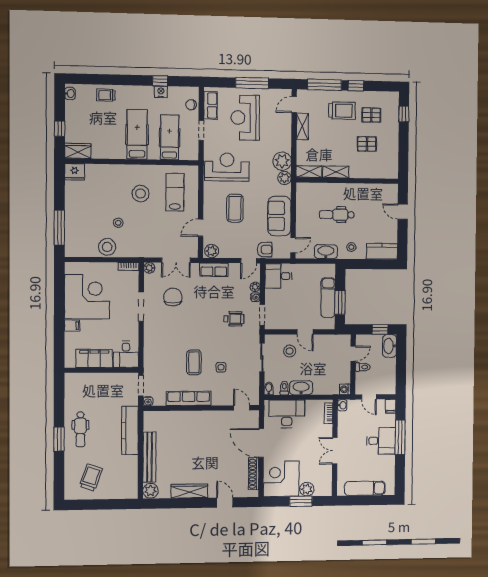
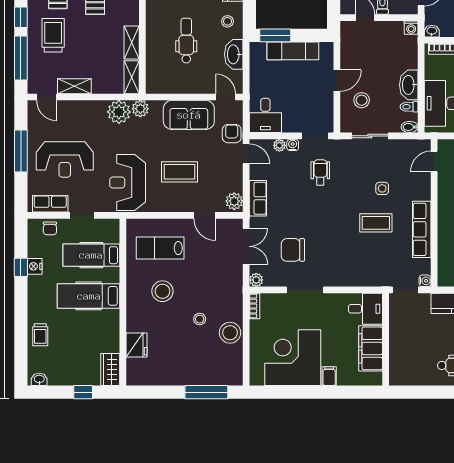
fridge: (75, 172) -> (137, 345), moved
dental chair: (337, 215) -> (186, 41), turned 180
window: (340, 302) -> (275, 35), moved

